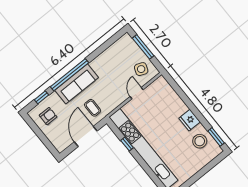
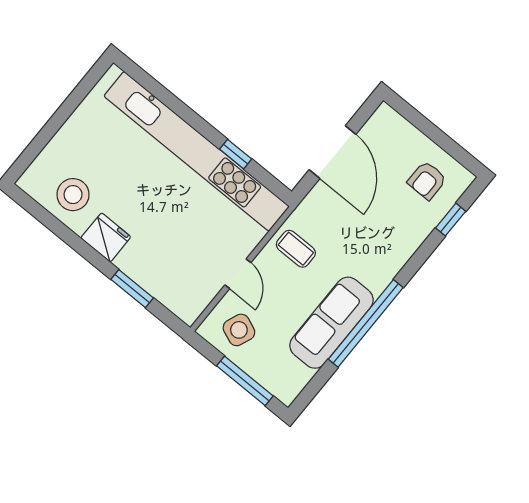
window: (69, 75) -> (366, 323), moved
sofa: (77, 84) -> (331, 323), moved
coffee table: (93, 108) -> (296, 249), moved
window: (216, 137) -> (132, 289), moved

